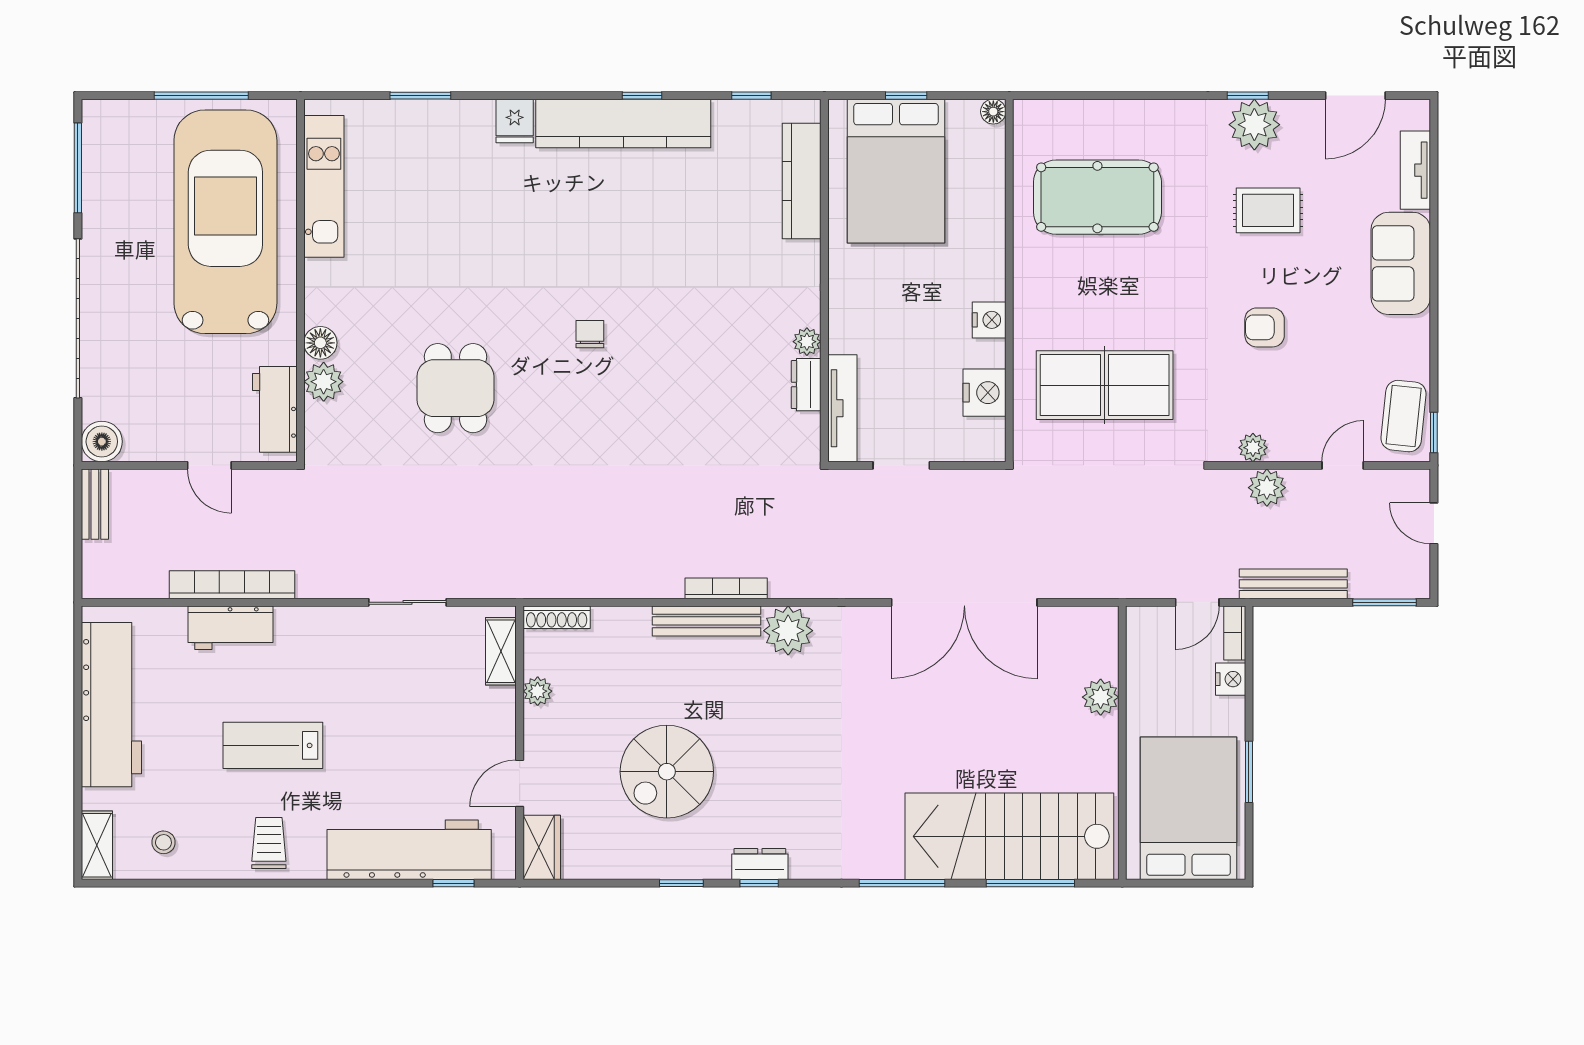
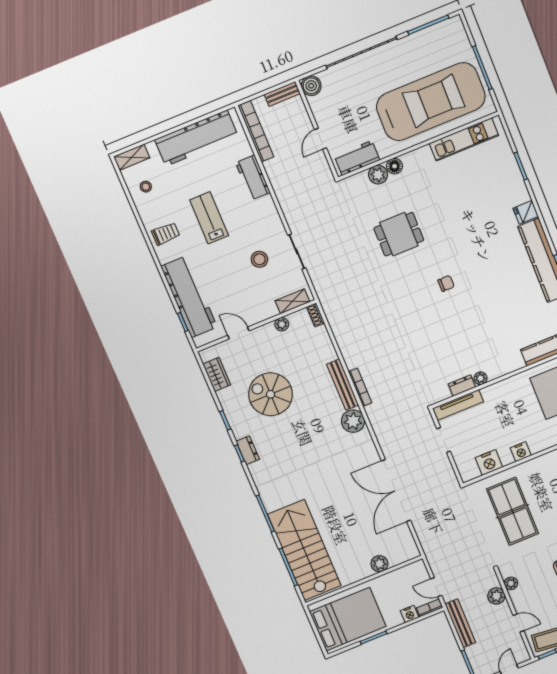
bookcase: (232, 585) -> (256, 131), moved
shoe rack: (557, 617) -> (316, 315), width x0.70
stool: (393, 681) -> (259, 259), added
wardrobe: (542, 847) -> (217, 374), moved, turned -90

